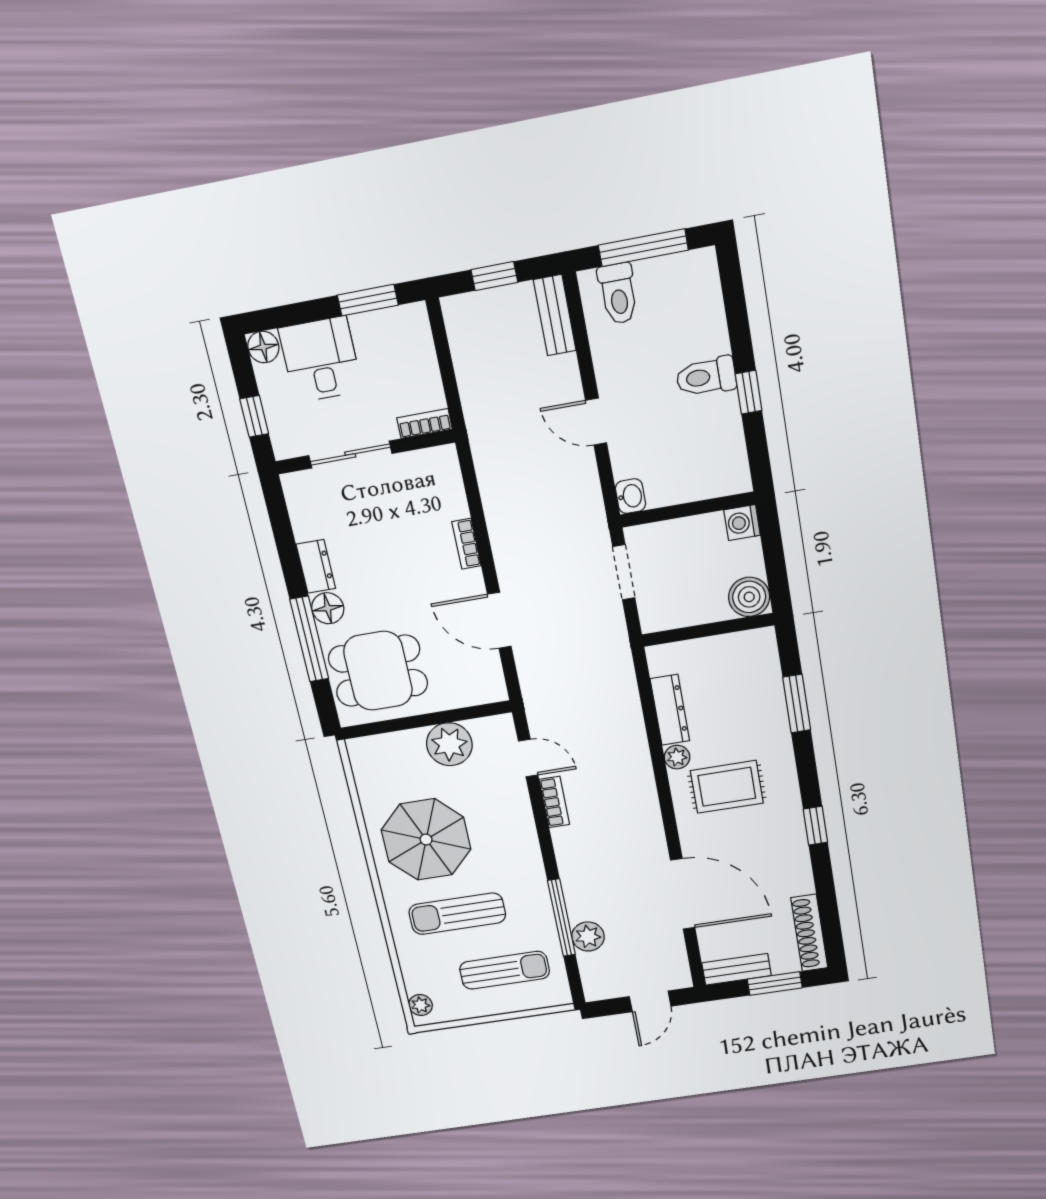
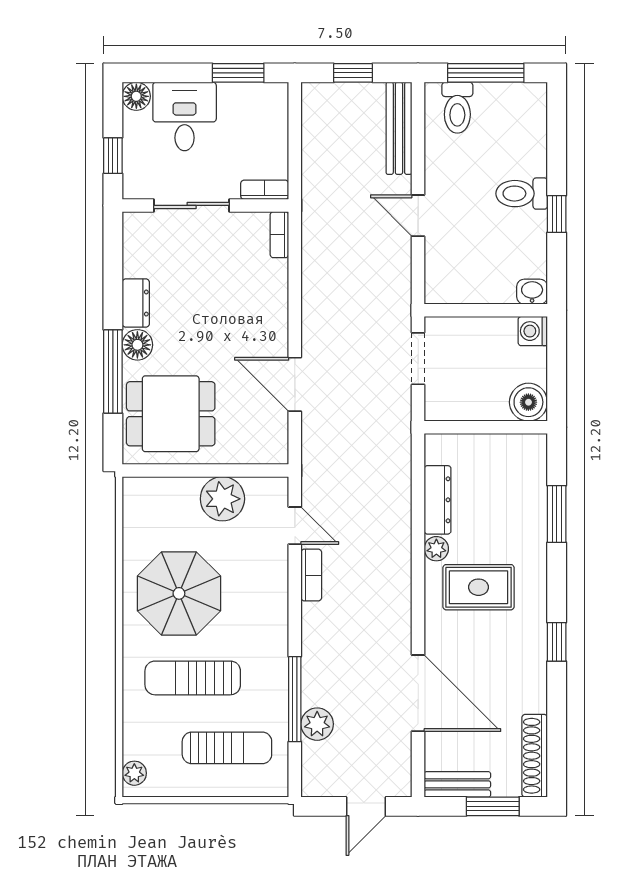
bench: (555, 315) -> (399, 128), width x1.36
washbasin: (630, 496) -> (532, 292), moved, turned -90
bookcase: (466, 544) -> (279, 235), moved

